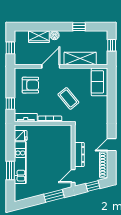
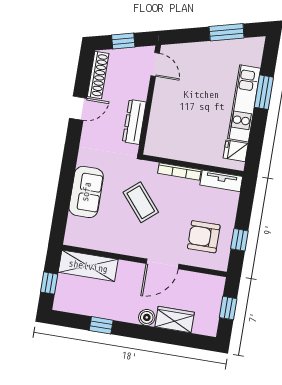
shelving: (80, 58) -> (88, 266), moved
sofa: (100, 82) -> (86, 192), moved
window: (10, 104) -> (239, 240), moved
dresser: (79, 154) -> (134, 122), moved
door: (73, 176) -> (155, 64), hinge flipped
window: (54, 196) -> (227, 32), moved

